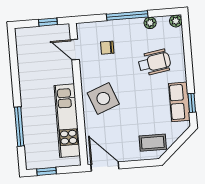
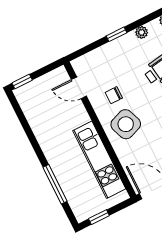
window: (127, 16) -> (117, 34), width x0.46
window: (48, 22) -> (22, 82), moved
chair: (107, 48) -> (114, 95), moved

